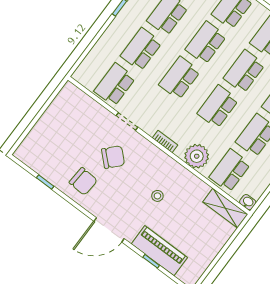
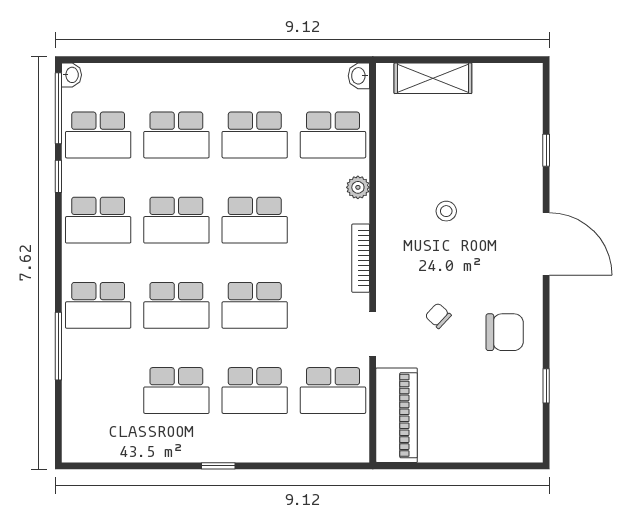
bookcase: (165, 142) -> (361, 258), width x1.56
plant: (197, 156) -> (358, 187), width x0.53, depth x0.53
chair: (113, 157) -> (438, 316), width x0.54, depth x0.54
chair: (83, 181) -> (505, 332), turned 86
shelving: (225, 208) -> (433, 78), moved, turned 90
piano: (159, 251) -> (397, 415), moved, turned 180

